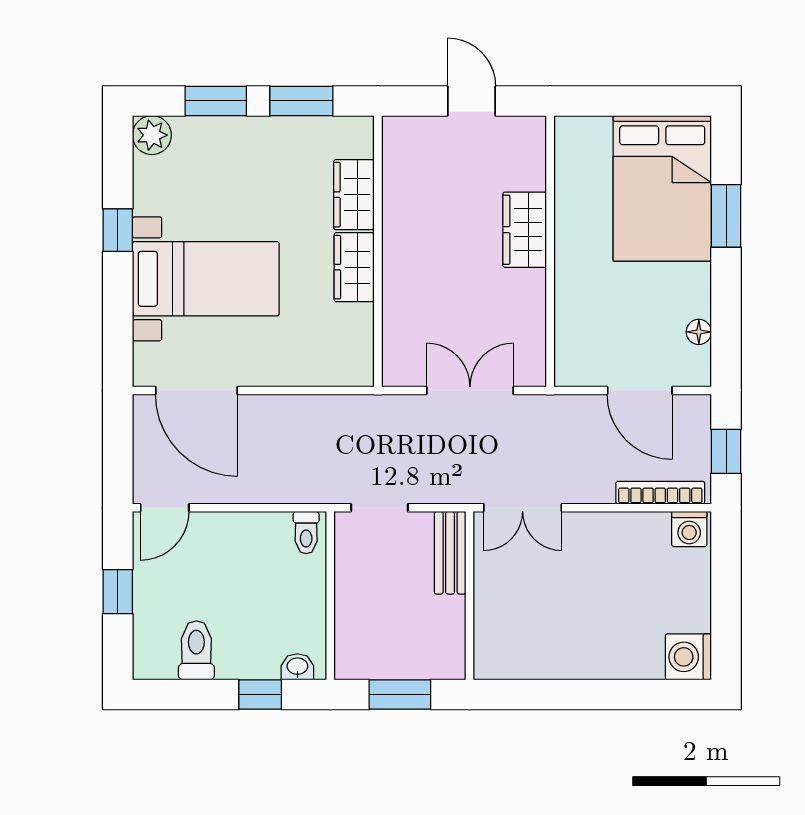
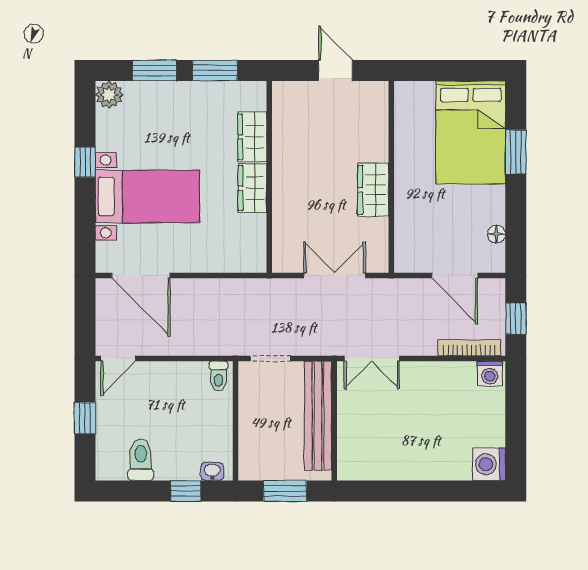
wardrobe: (525, 230) -> (373, 190), moved
bench: (450, 553) -> (318, 416), width x1.86, depth x1.21

